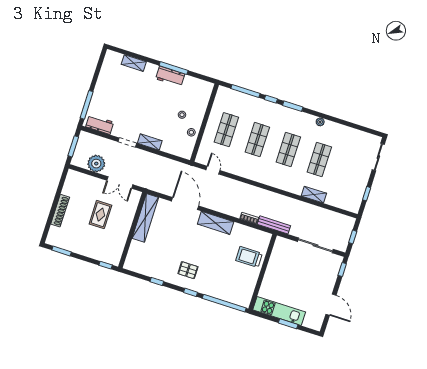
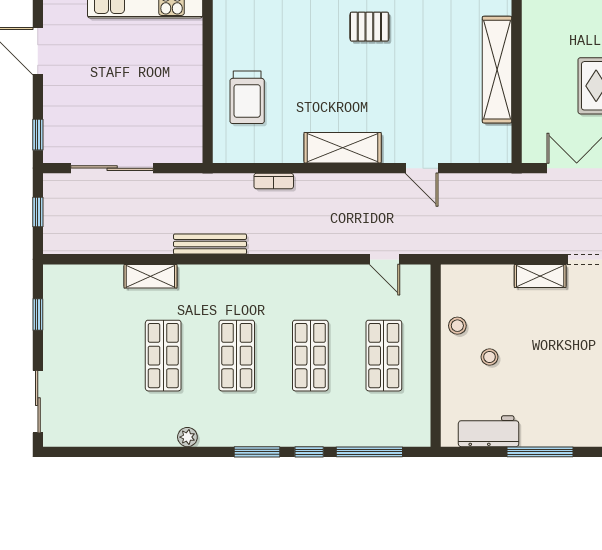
workbench: (170, 76) -> (489, 431), moved
door: (185, 203) -> (422, 168), width x0.53
shelving: (145, 218) -> (497, 70), moved
bench: (274, 225) -> (210, 244), moved
trolley: (249, 257) -> (247, 97), turned 90

